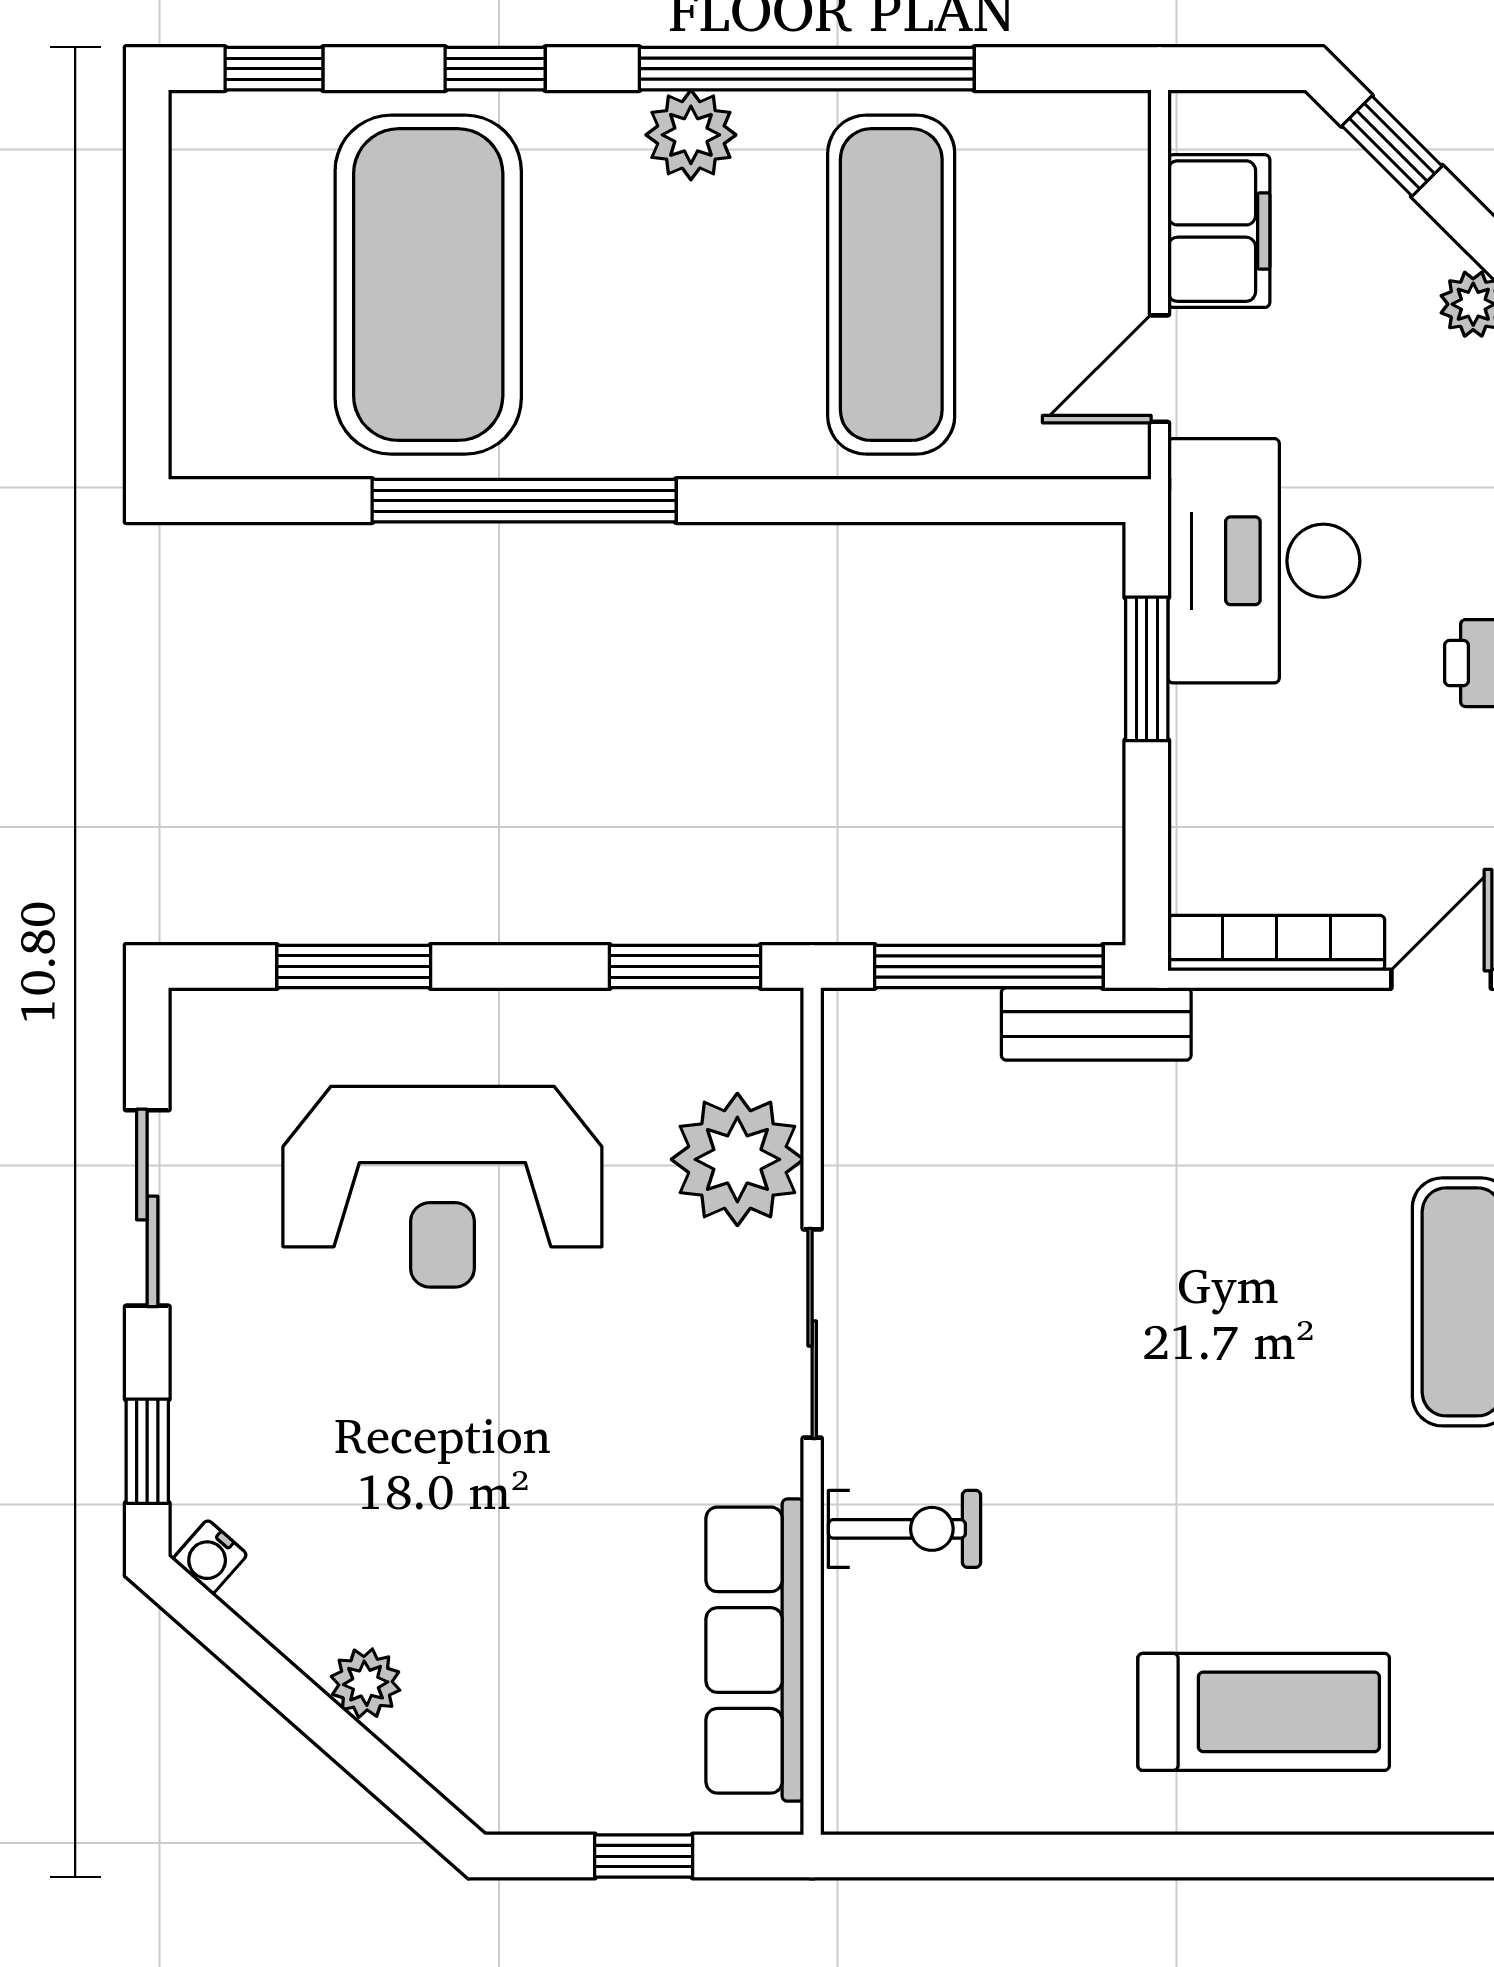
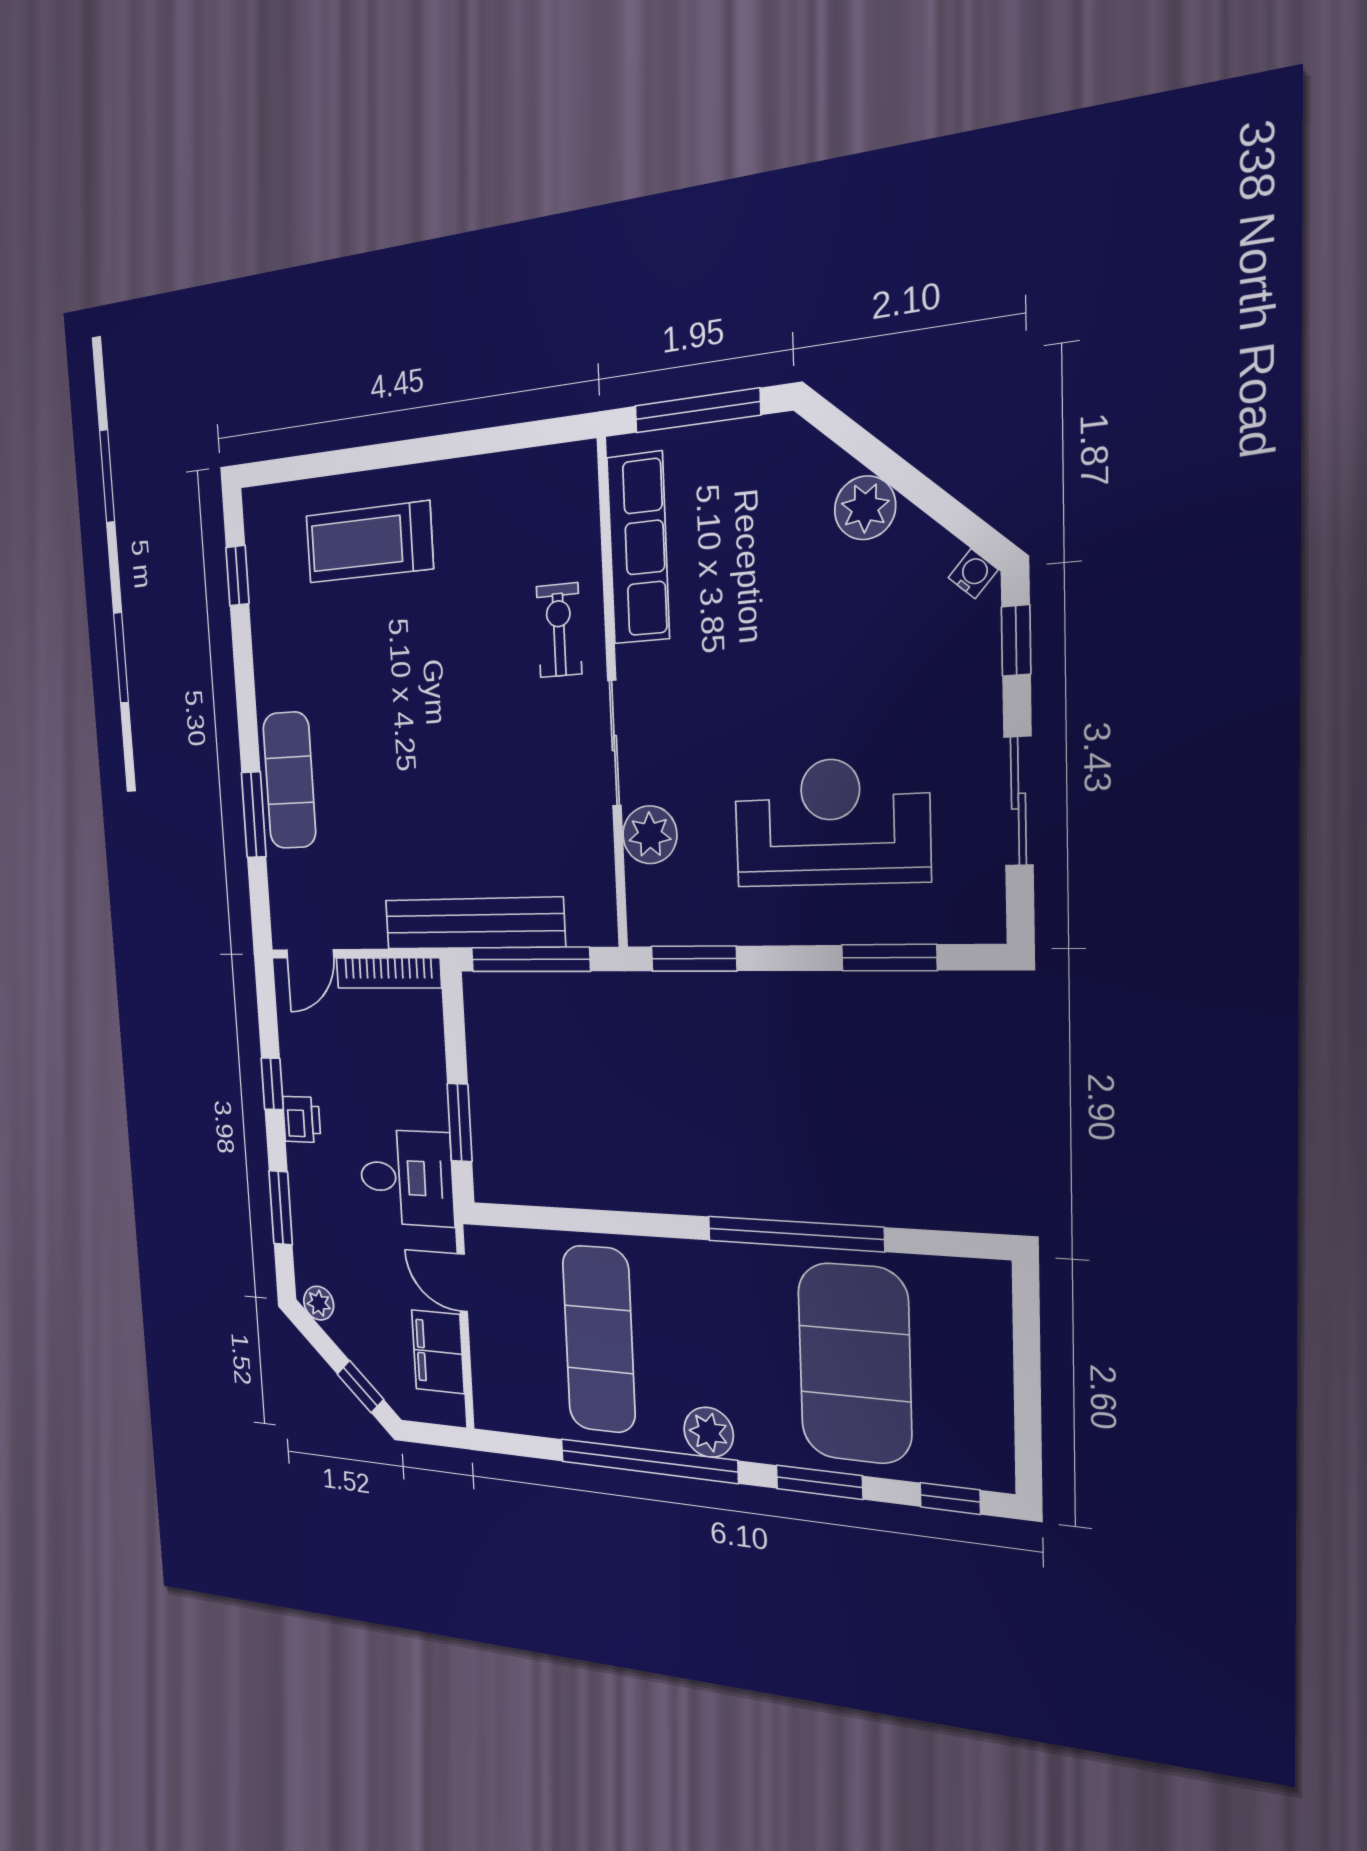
window: (495, 69) -> (819, 1482), width x1.50
door: (1160, 369) -> (462, 1283), swing flipped
desk: (1264, 561) -> (406, 1178), width x0.73
bench: (1096, 1024) -> (474, 923), width x1.86, depth x1.21
plant: (737, 1159) -> (650, 835), width x0.73, depth x0.73
exercise bike: (904, 1529) -> (559, 630), turned 90
plant: (366, 1683) -> (865, 508), width x1.38, depth x1.38
window: (644, 1856) -> (697, 410), width x2.17

